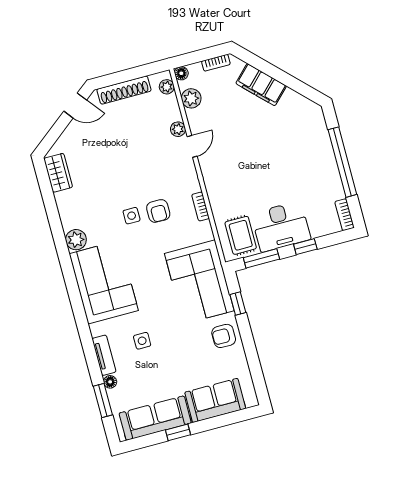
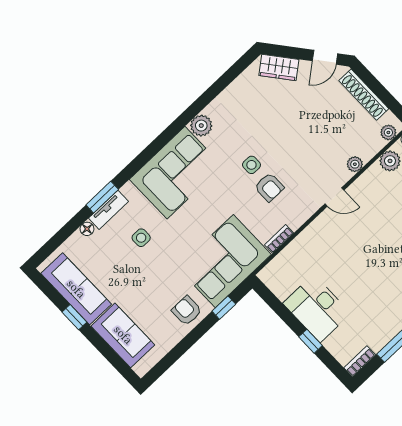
door: (75, 106) -> (325, 57), hinge flipped
door: (192, 146) -> (334, 197), moved
wardrobe: (58, 173) -> (279, 67), moved, turned 52
bookcase: (201, 206) -> (279, 239), moved
armchair: (158, 211) -> (269, 187), turned -90
rug: (241, 235) -> (288, 276), removed
window: (261, 258) -> (277, 307), removed
window: (103, 400) -> (102, 197), moved

